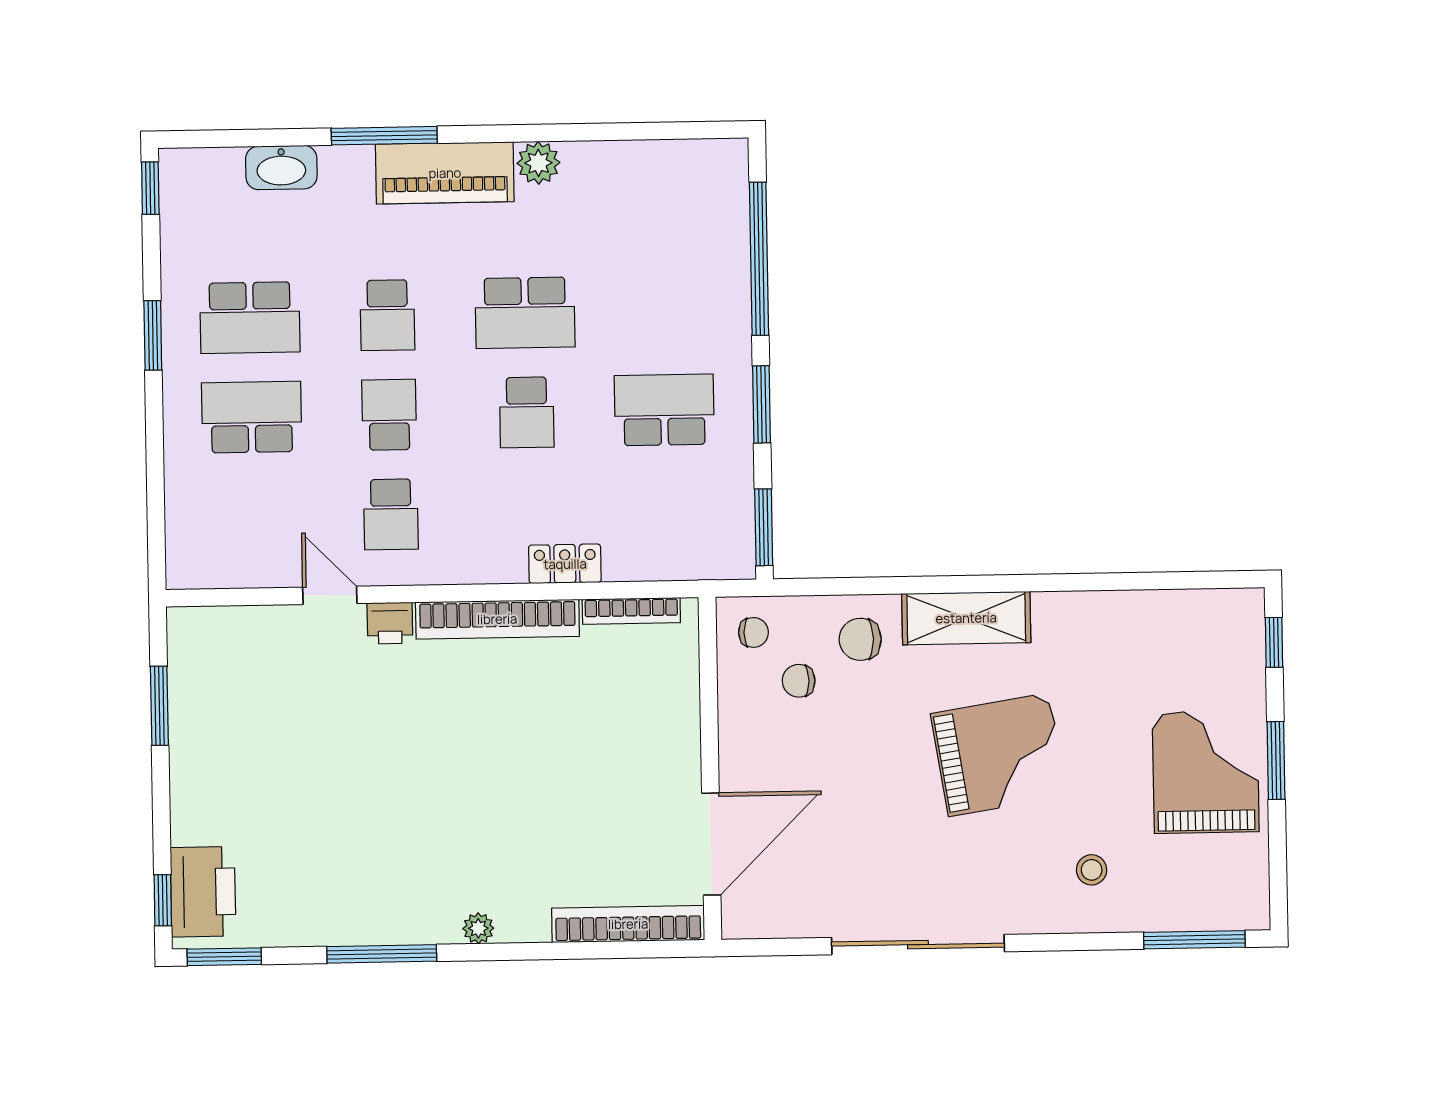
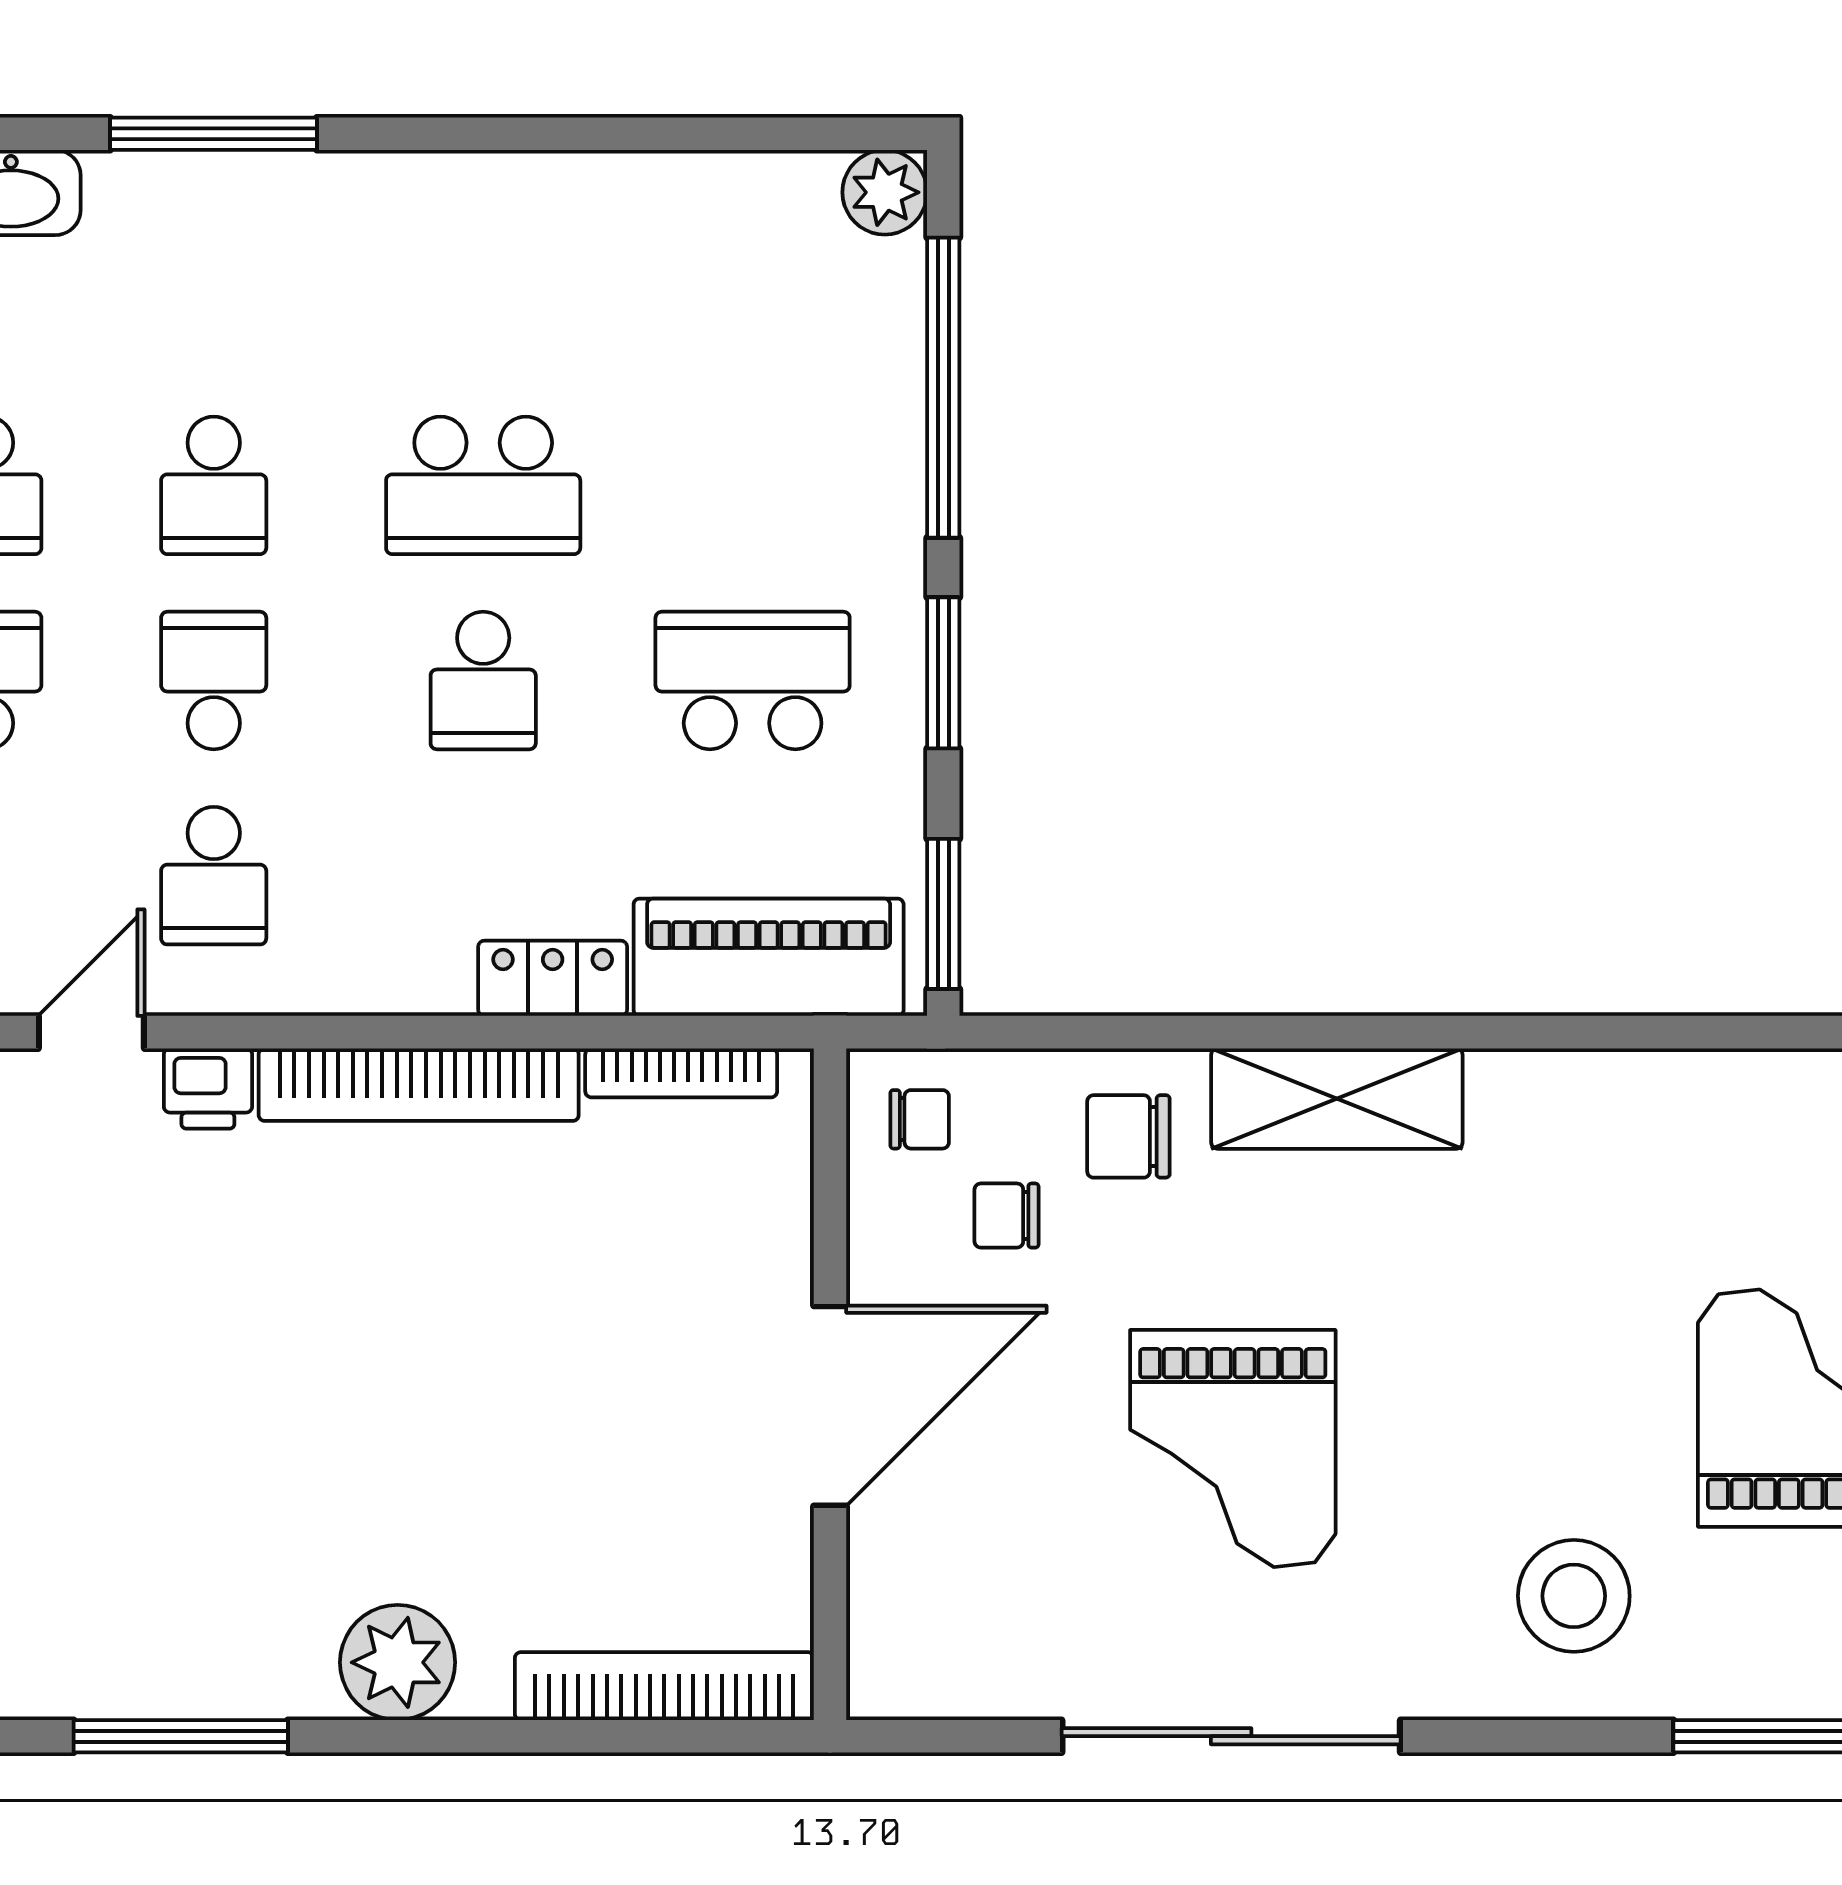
plant: (538, 163) -> (885, 192), moved
piano: (445, 173) -> (769, 957), moved, turned 180
door: (330, 595) -> (91, 1032), hinge flipped
grand piano: (999, 755) -> (1233, 1449), moved, turned 99
door: (711, 844) -> (830, 1406), moved
stool: (1092, 870) -> (1574, 1596), width x1.89, depth x1.89
plant: (478, 928) -> (398, 1662), width x1.88, depth x1.88

